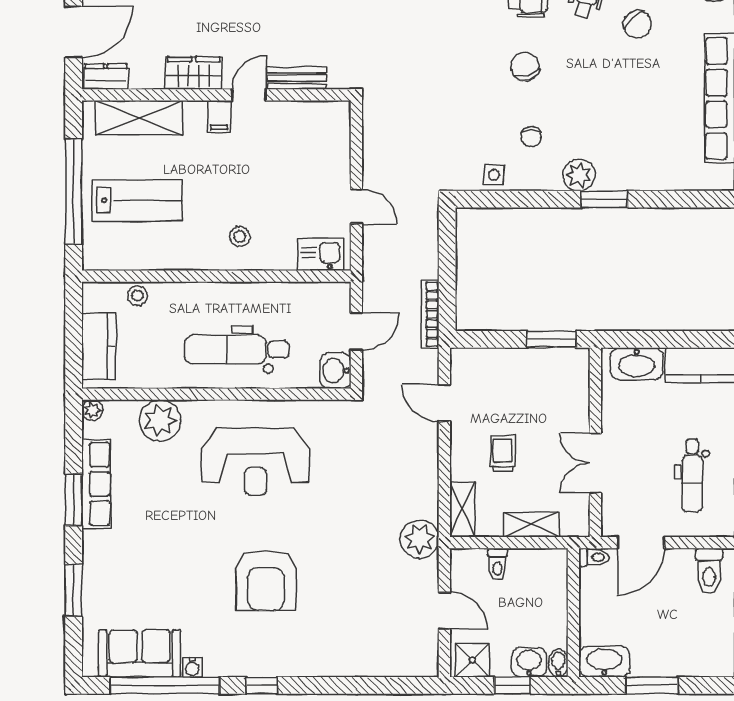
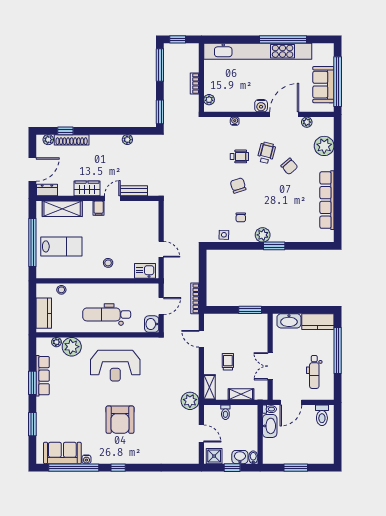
plant: (92, 410) -> (56, 342), moved
washbasin: (604, 662) -> (270, 426), moved, turned 90

